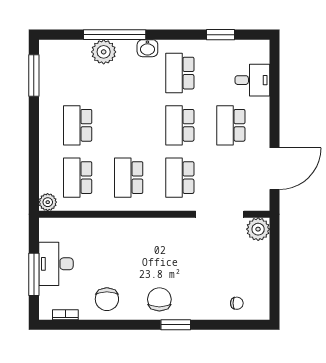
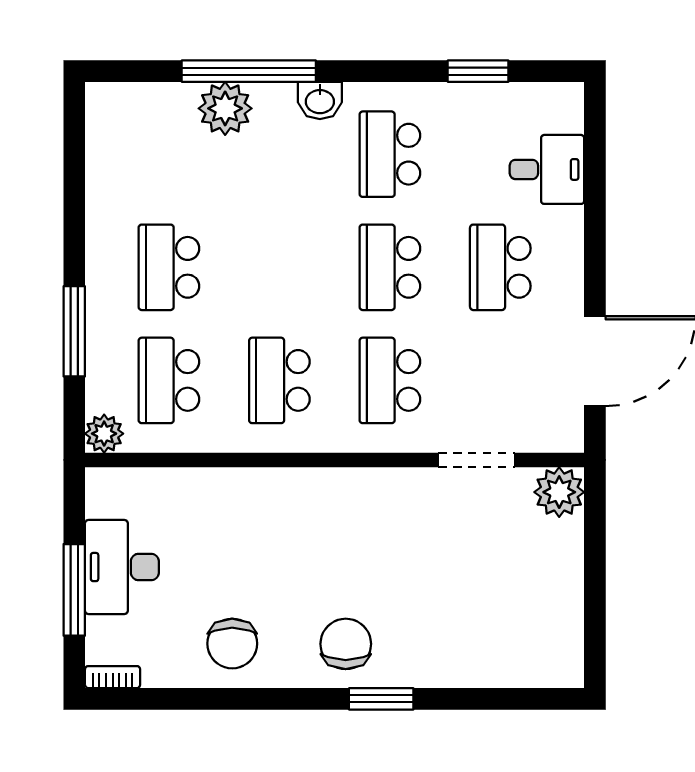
window: (34, 75) -> (74, 331), moved
doorway: (220, 214) -> (476, 460), width x0.73
chair: (237, 303) -> (513, 652), removed
bookcase: (65, 315) -> (113, 677), moved

